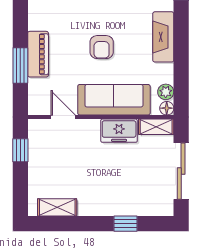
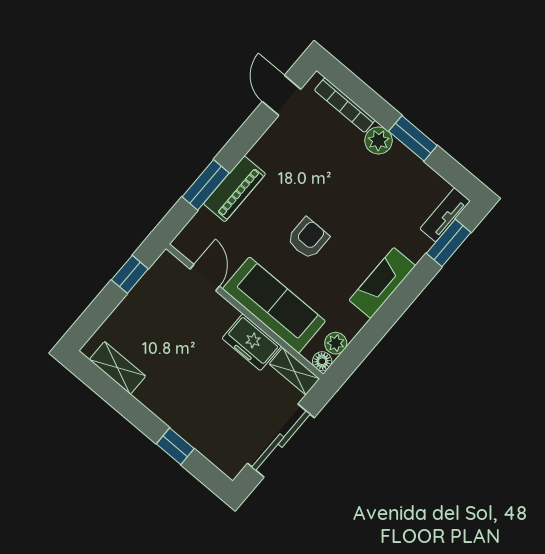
armchair: (102, 47) -> (308, 238), turned 180

